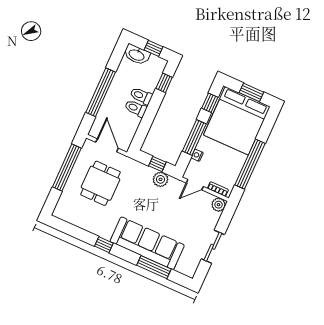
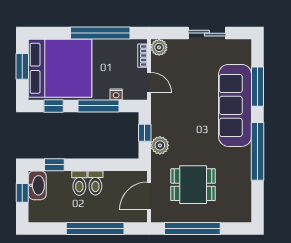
washbasin: (137, 55) -> (37, 185), moved
plant: (161, 179) -> (160, 145), moved
window: (104, 245) -> (257, 151), width x3.17

